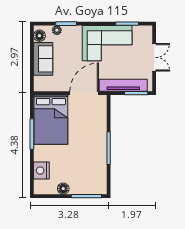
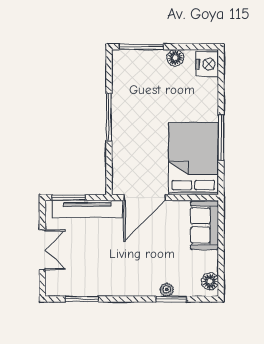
plant: (57, 30) -> (167, 290), moved
corner sofa: (107, 43) -> (111, 271), removed
double door: (154, 57) -> (42, 250), swing flipped
sofa: (43, 59) -> (204, 225), moved
nightstand: (41, 170) -> (207, 64), moved

